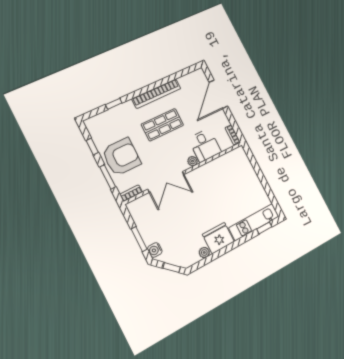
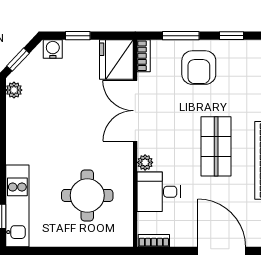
armchair: (121, 157) -> (199, 68), width x0.73, depth x0.73
round table: (228, 185) -> (87, 195), added
fridge: (218, 238) -> (116, 60), moved, turned 180
window: (139, 239) -> (78, 36), width x0.67
plant: (204, 252) -> (14, 90), moved

